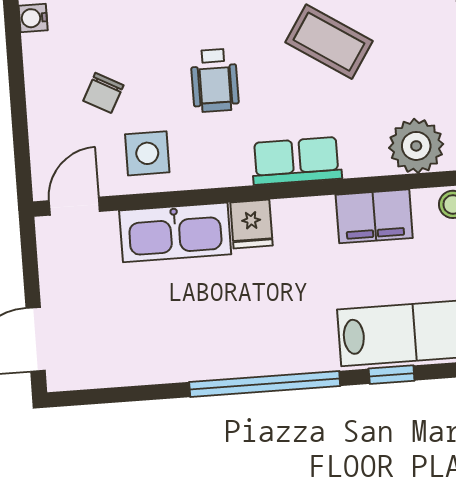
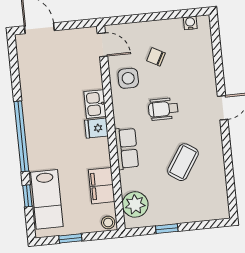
kitchen sink: (175, 232) -> (95, 104), width x0.53, depth x0.81

